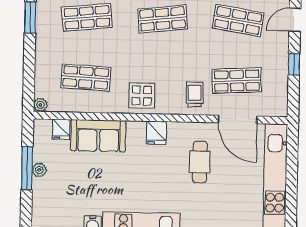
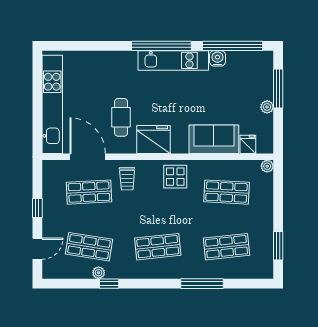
fridge: (156, 133) -> (153, 139), width x1.88, depth x1.34
window: (27, 168) -> (278, 89), moved

